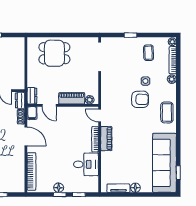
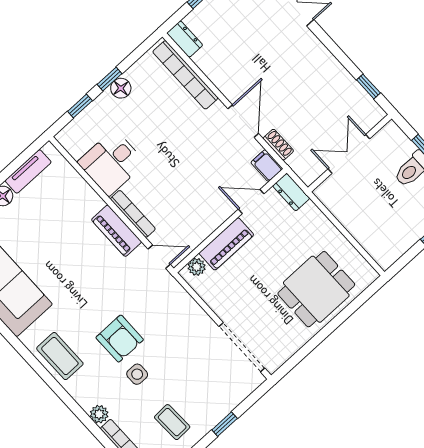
armchair: (140, 99) -> (120, 339), turned -90
dresser: (20, 100) -> (185, 39), moved
door: (26, 136) -> (243, 121), swing flipped

